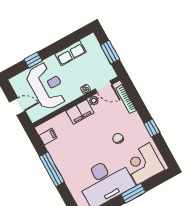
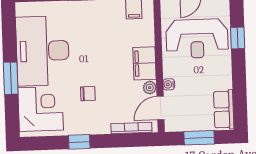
row of seats: (70, 53) -> (224, 109), moved

